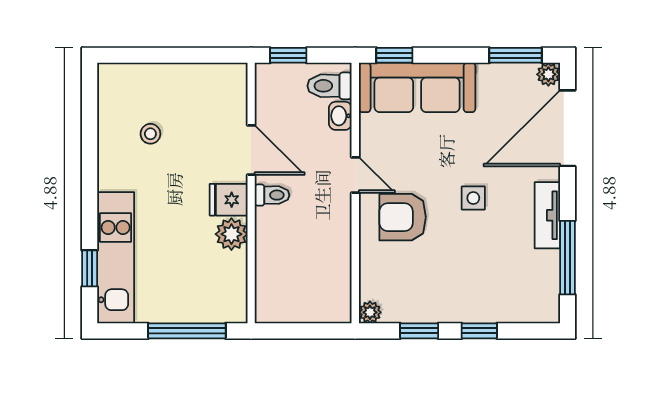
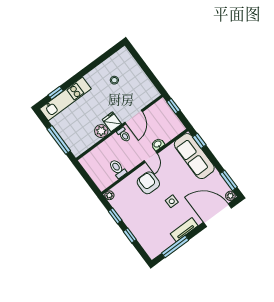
toilet: (330, 86) -> (118, 169), moved
washbasin: (340, 116) -> (158, 144), moved

